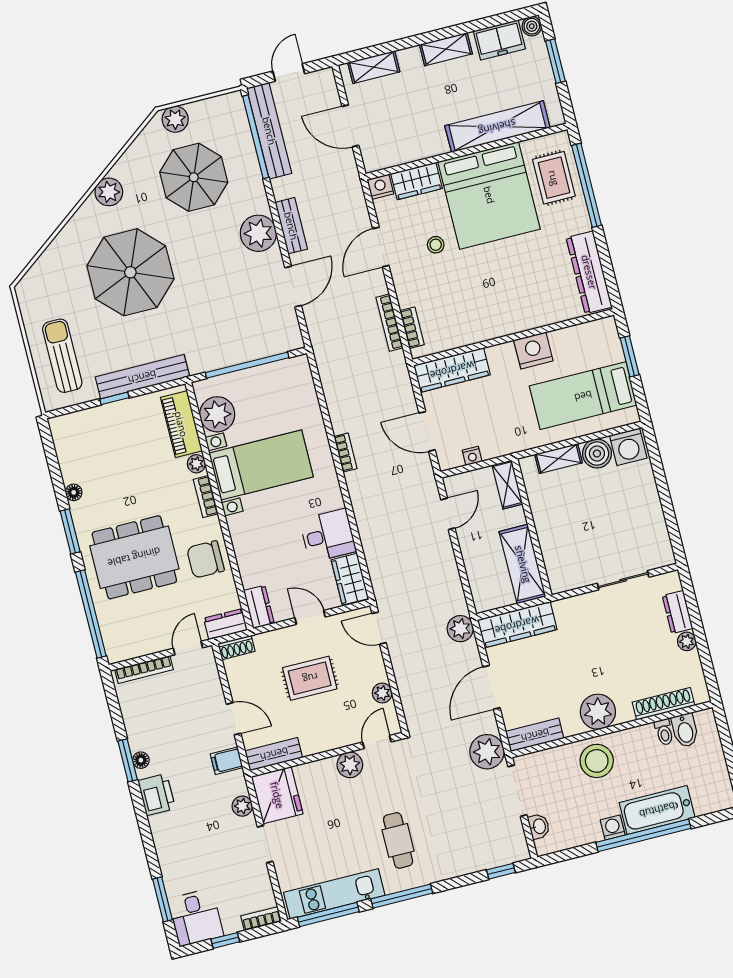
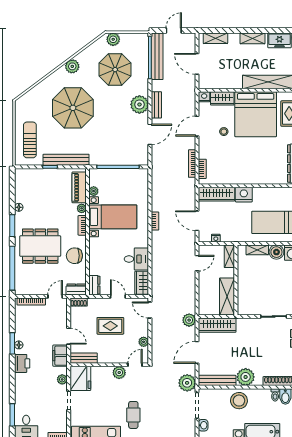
nightstand: (533, 351) -> (244, 195), moved
plant: (217, 414) -> (94, 191), width x0.53, depth x0.53
bench: (535, 735) -> (217, 380), width x1.36
filing cabinet: (227, 761) -> (60, 356), width x2.00

